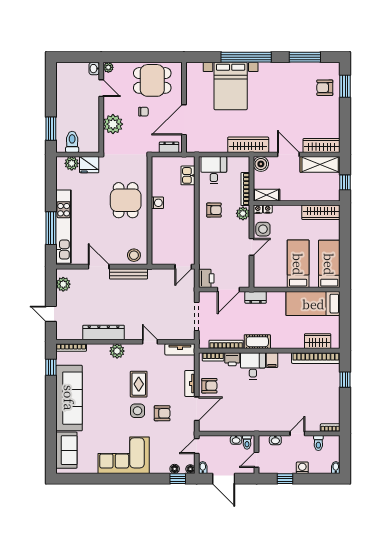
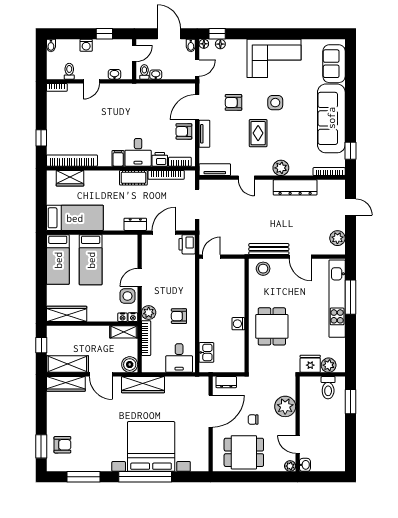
bed with nightstands: (231, 86) -> (151, 446), width x1.36
side table: (138, 411) -> (275, 103), moved

